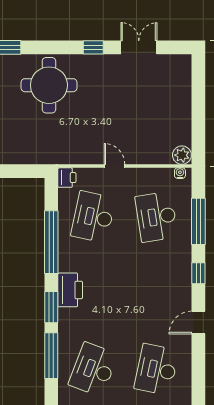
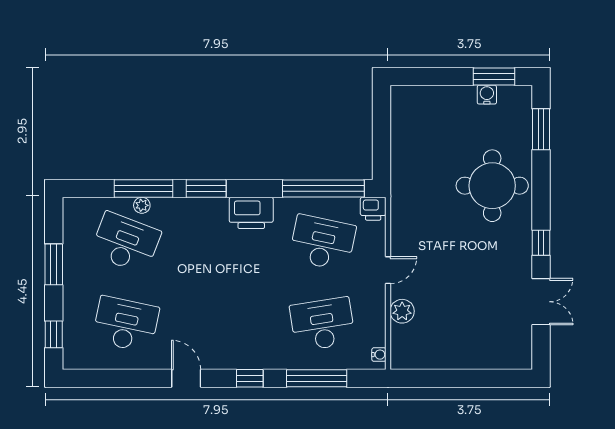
plant: (182, 155) -> (402, 311), moved
window: (51, 242) -> (323, 189), moved
printer: (70, 290) -> (251, 213), moved
plant: (64, 357) -> (142, 205), added

